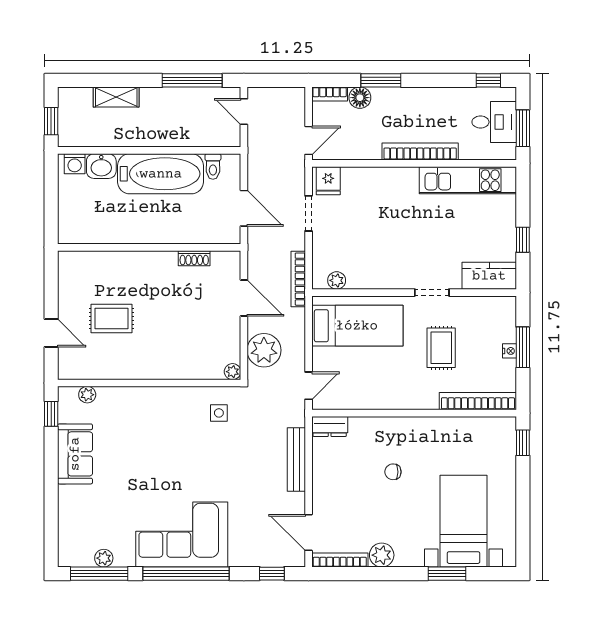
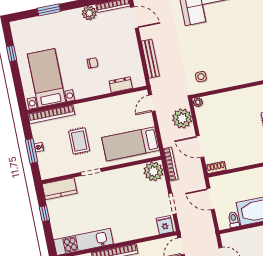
shoe rack: (194, 258) -> (216, 168), moved
plant: (337, 280) -> (153, 171), width x1.87, depth x1.87
dresser: (330, 426) -> (121, 85), moved
window: (523, 443) -> (12, 53), moved
bed with nightstands: (464, 521) -> (47, 78), moved, turned 180

